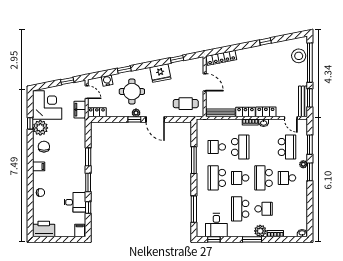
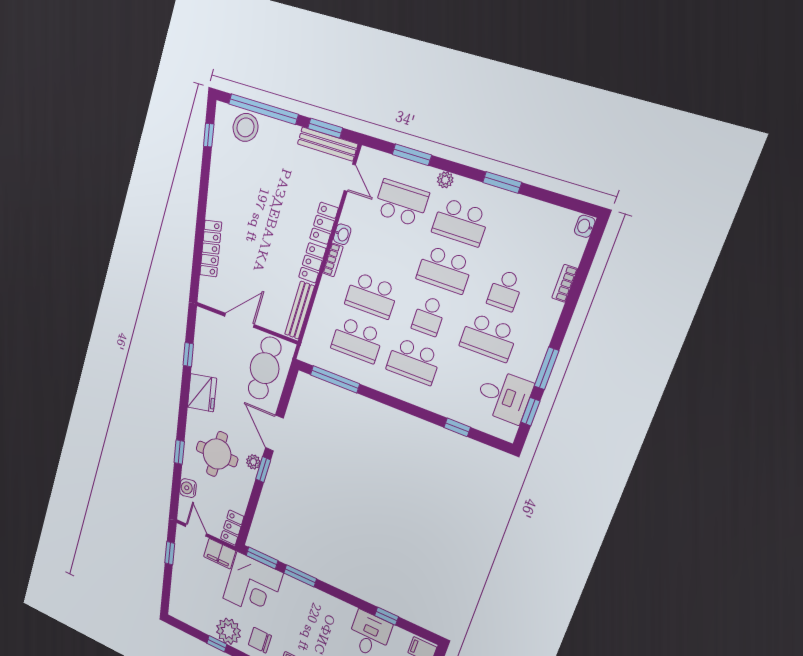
window: (265, 42) -> (209, 135), moved
locker: (221, 58) -> (211, 249), moved
door: (87, 92) -> (196, 530), hinge flipped
cafe table: (186, 104) -> (265, 368), width x1.37, depth x1.35
corner desk: (47, 105) -> (253, 586), moved, turned 180
door: (291, 118) -> (350, 178), hinge flipped
door: (155, 119) -> (274, 433), swing flipped
school desk: (217, 147) -> (357, 340), width x1.85
school desk: (240, 147) -> (371, 295), turned 180
window: (194, 160) -> (335, 379), moved
window: (310, 172) -> (502, 182), moved
school desk: (287, 178) -> (461, 222), width x1.85
window: (88, 183) -> (262, 558), moved
window: (194, 209) -> (457, 427), width x0.46
school desk: (264, 209) -> (505, 290), turned 180
plant: (260, 231) -> (548, 312), removed
window: (252, 239) -> (547, 368), moved

